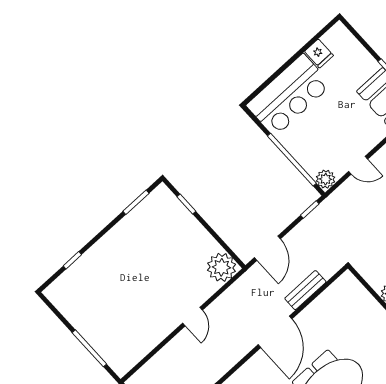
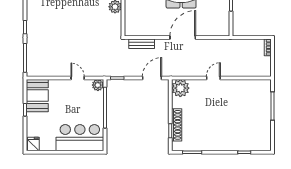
fridge: (319, 53) -> (33, 144), moved
shoe rack: (185, 218) -> (177, 125), added
bench: (305, 290) -> (142, 44), moved

